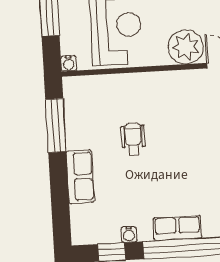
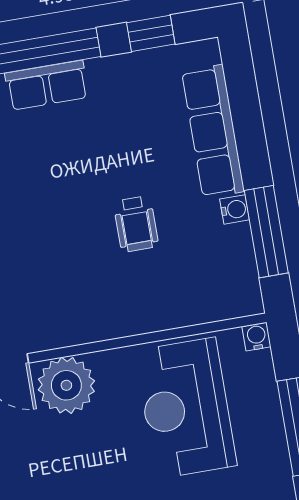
row of seats: (80, 177) -> (213, 131), width x1.48
water cooler: (129, 234) -> (235, 209), moved, turned 90

